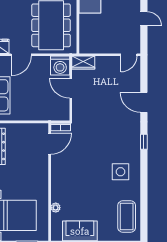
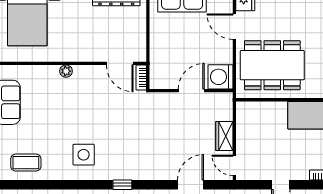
wardrobe: (83, 63) -> (224, 136), moved
door: (144, 102) -> (191, 185), moved
plant: (56, 208) -> (66, 71), moved
coffee table: (127, 217) -> (26, 163), width x0.73, depth x0.76

